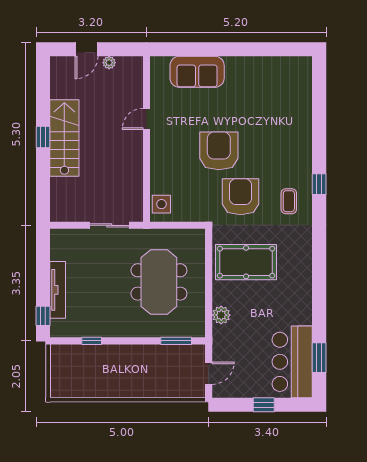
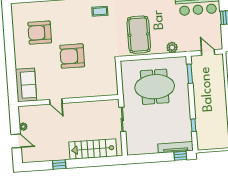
sofa: (197, 72) -> (26, 85), moved
window: (43, 137) -> (59, 164), moved
stairs: (64, 138) -> (93, 149), moved
armchair: (241, 197) -> (40, 33), moved
side table: (161, 204) -> (107, 89), removed
tv unit: (58, 290) -> (175, 147), moved

